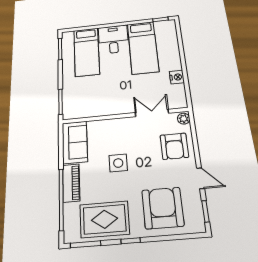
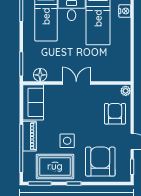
nightstand: (177, 77) -> (125, 11), moved
floor lamp: (82, 111) -> (40, 75), added
double door: (152, 113) -> (76, 83), moved
armchair: (174, 146) -> (115, 114), turned 180
side table: (118, 163) -> (67, 141), moved

